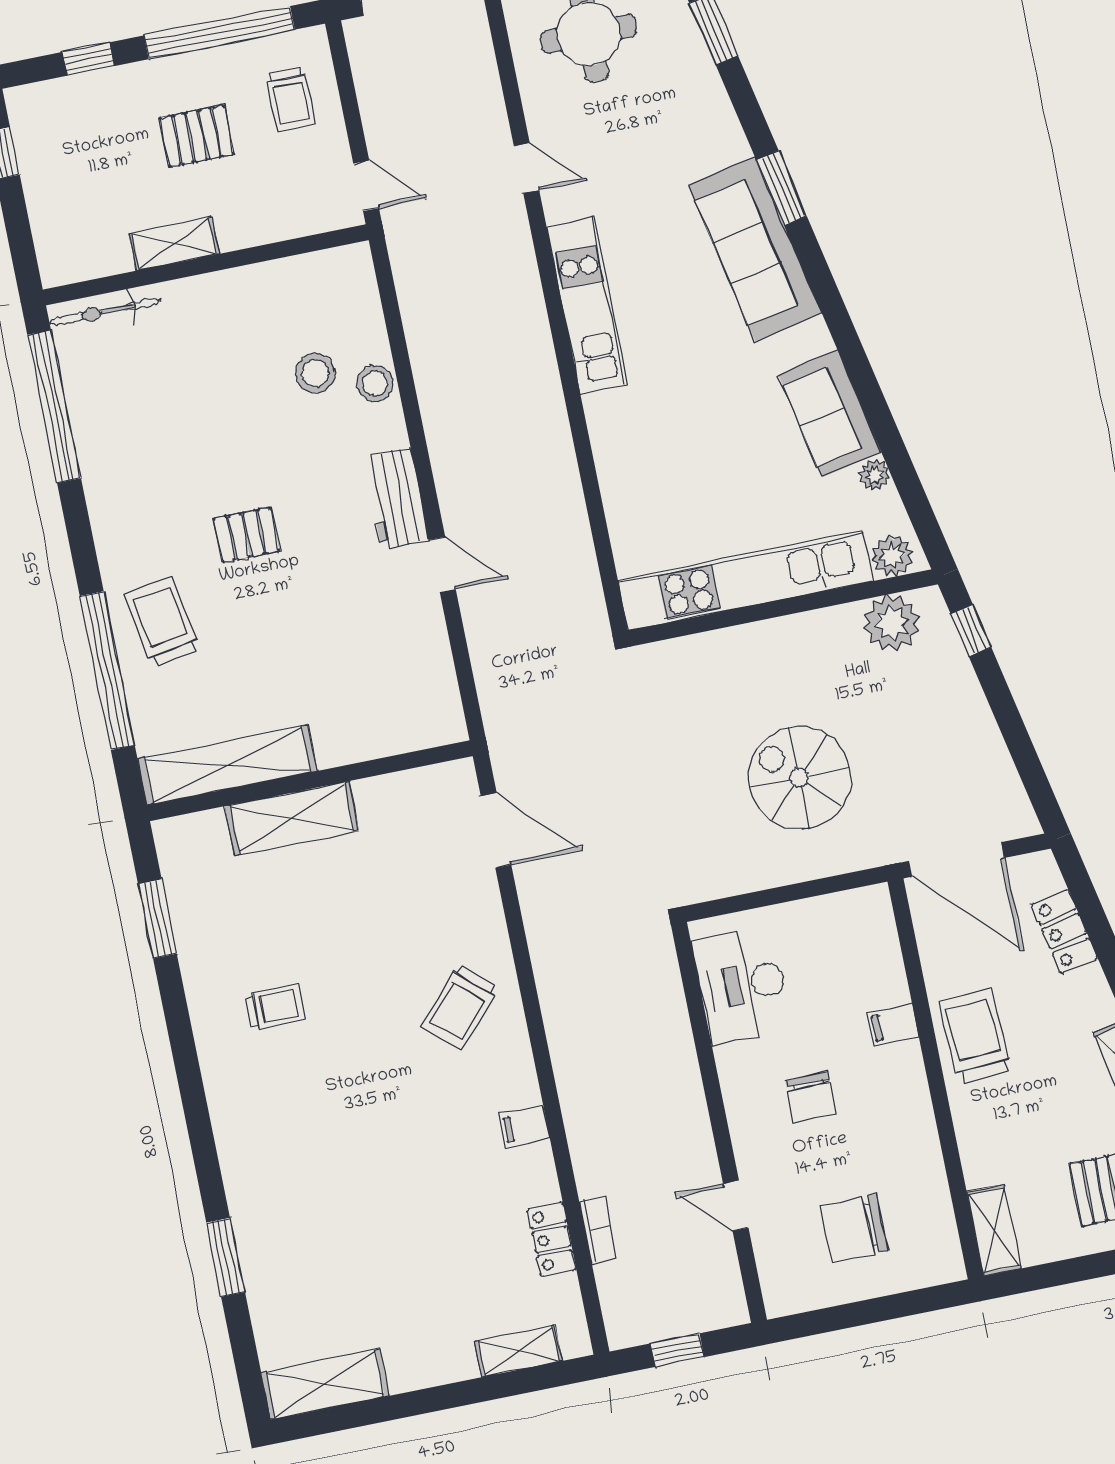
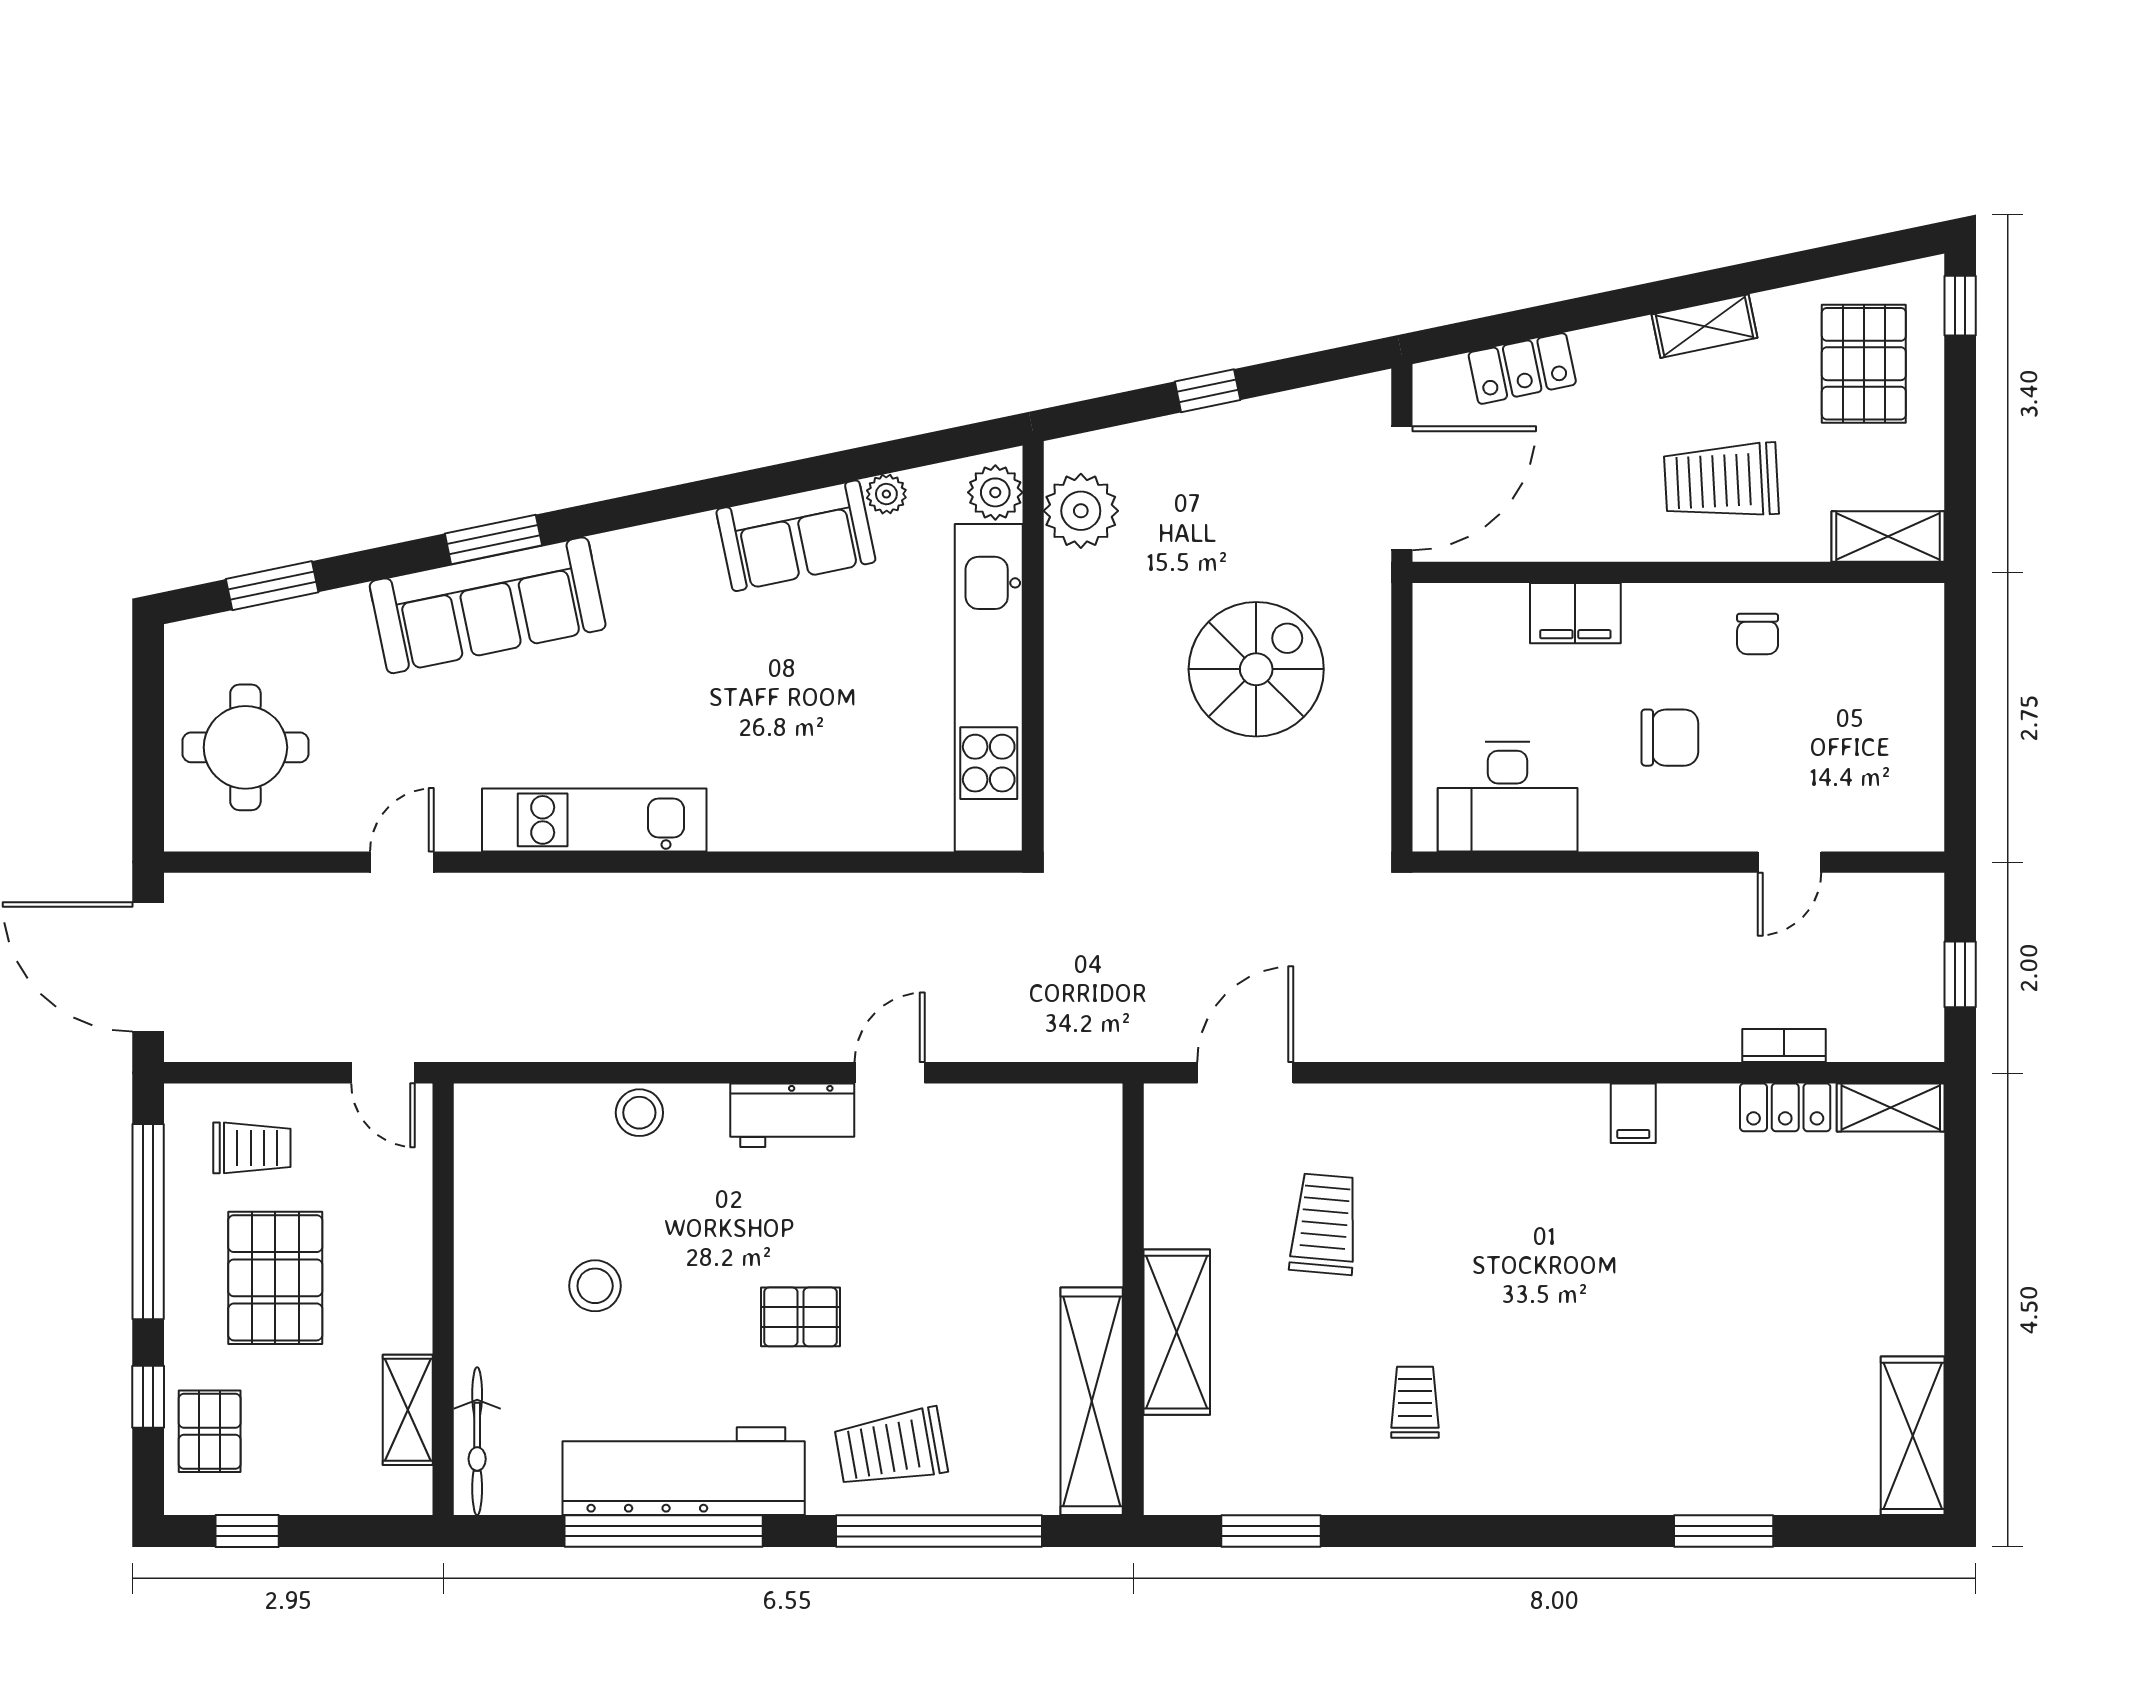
pallet: (72, 110) -> (210, 1431), added
pallet: (197, 136) -> (275, 1278), width x1.50, depth x1.42
door: (366, 186) -> (383, 1073), swing flipped
shelving: (174, 244) -> (408, 1410), moved
sofa: (755, 249) -> (488, 605), moved
stool: (315, 373) -> (595, 1286), moved
window: (54, 406) -> (664, 1531), moved
workbench: (114, 471) -> (684, 1471), added
pallet: (246, 535) -> (800, 1317), turned 90
window: (971, 631) -> (1208, 391), moved
spiral stairs: (799, 778) -> (1256, 669), turned 180
trolley: (460, 1007) -> (1324, 1224), moved, turned -127
filing cabinet: (893, 1025) -> (1575, 613), width x2.00
trolley: (975, 1036) -> (1721, 481), moved
chair: (854, 1228) -> (1758, 634), moved, width x0.54, depth x0.54
shelving: (518, 1351) -> (1891, 1107), moved, turned 90

